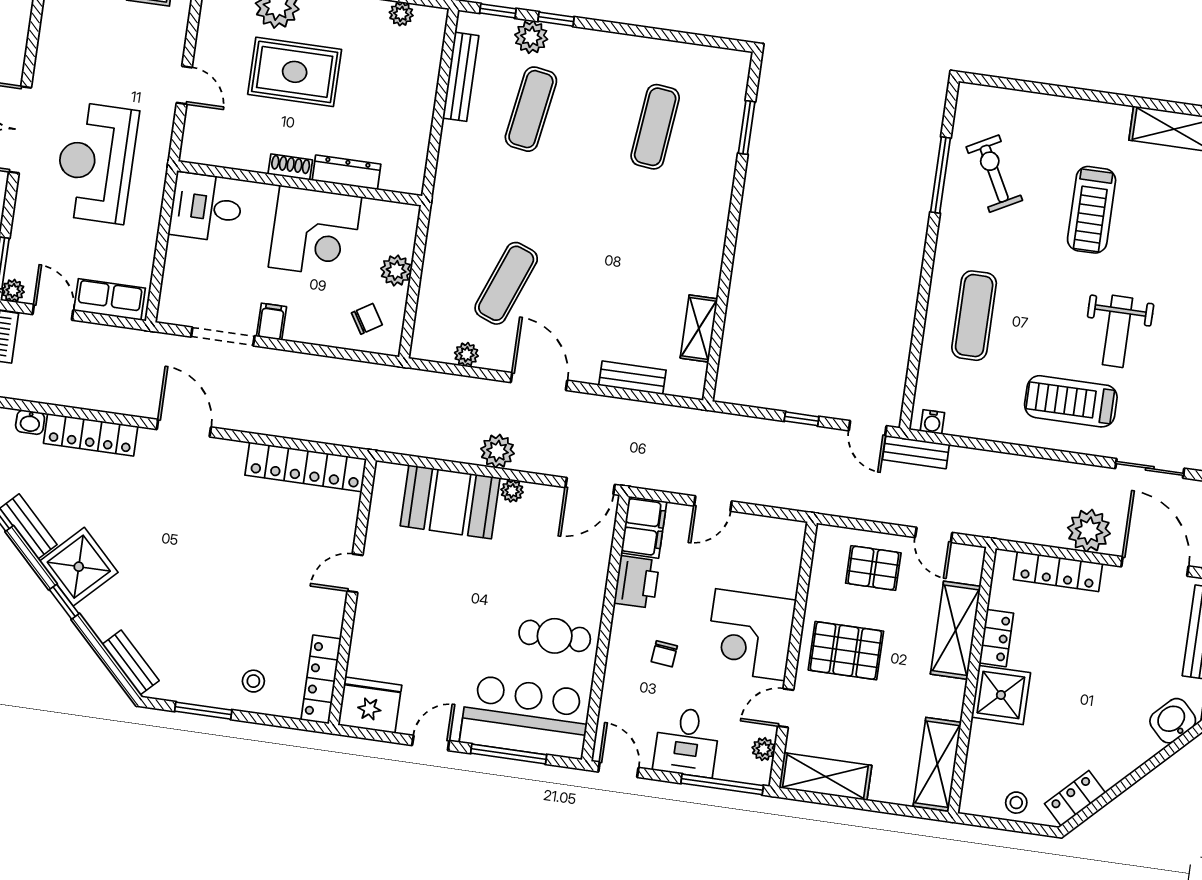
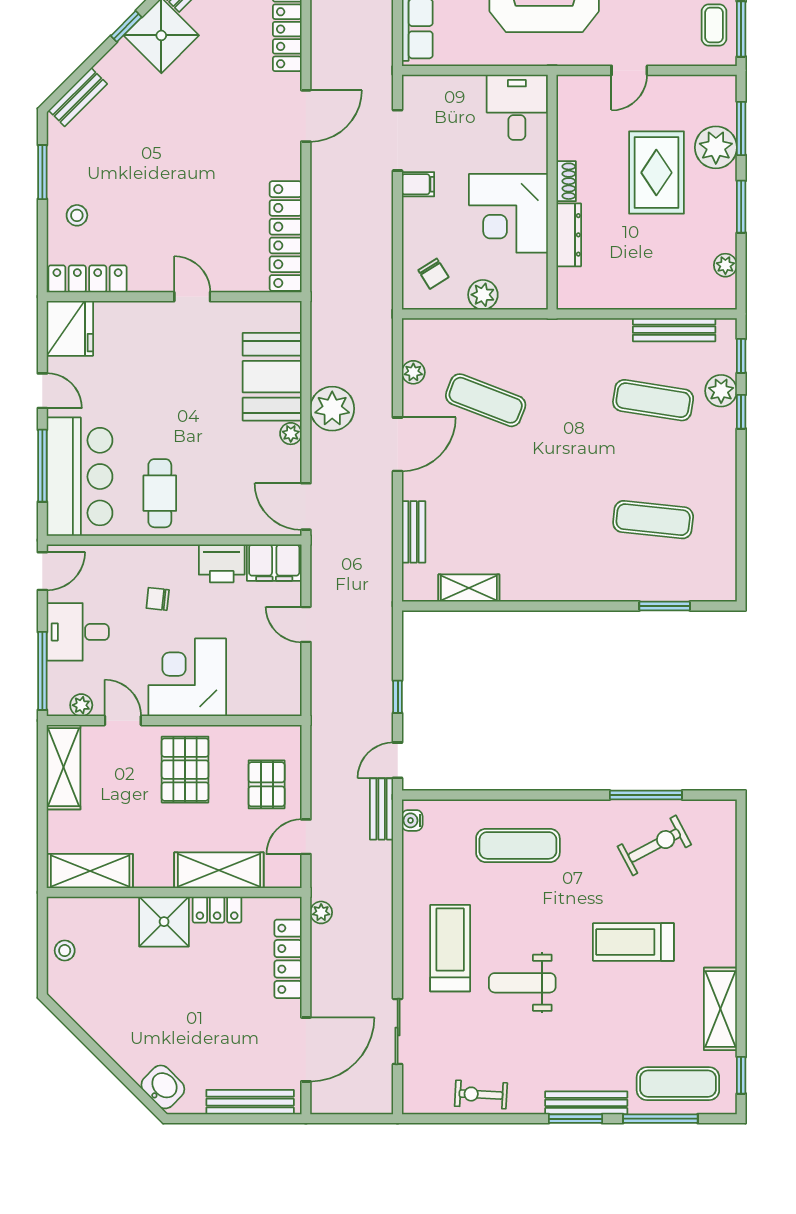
plant: (497, 451) -> (332, 409), width x1.36, depth x1.36
plant: (1089, 531) -> (321, 912), moved, width x0.53, depth x0.53
locker: (1075, 798) -> (77, 1005), removed

